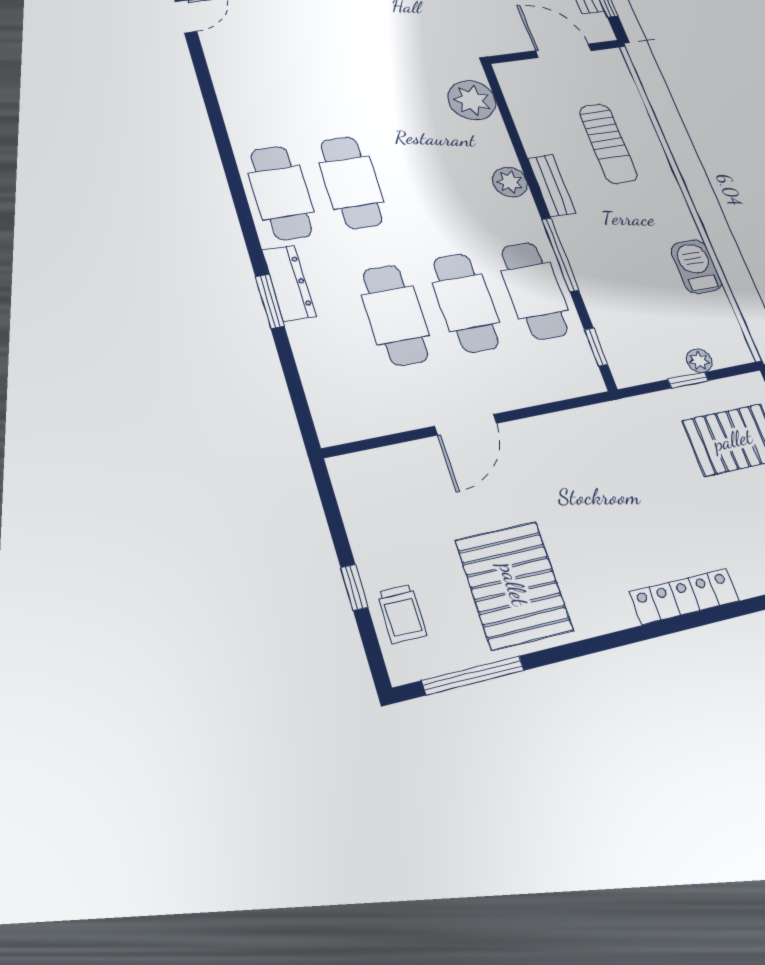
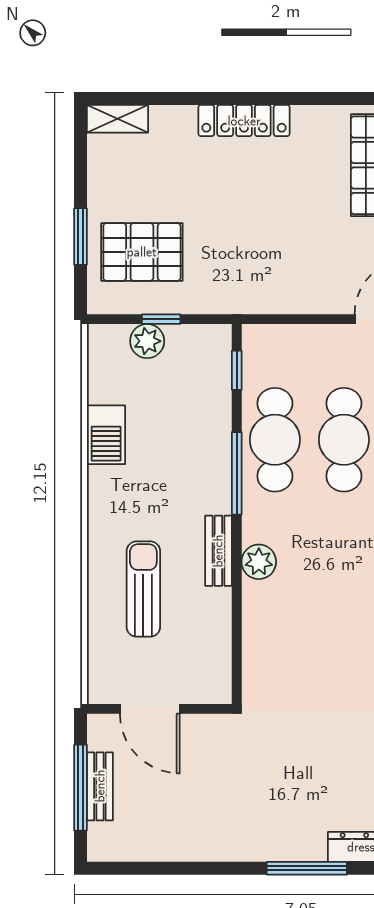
plant: (472, 100) -> (266, 663), removed
plant: (699, 361) -> (147, 341), width x1.38, depth x1.38

